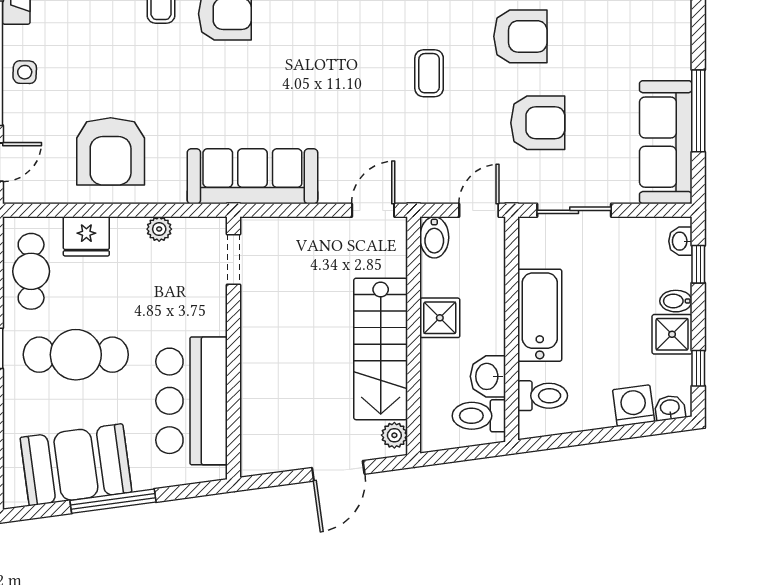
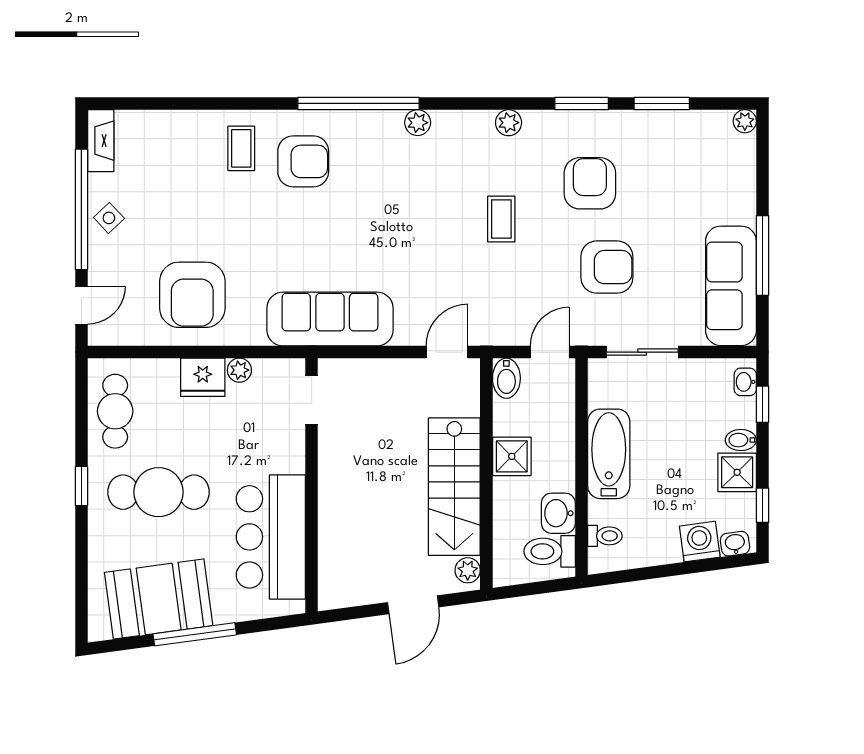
armchair: (520, 36) -> (590, 183), turned -90
side table: (25, 72) -> (109, 218), turned 45
fridge: (86, 236) -> (203, 377), moved
toilet: (543, 396) -> (605, 536), width x0.73, depth x0.72

